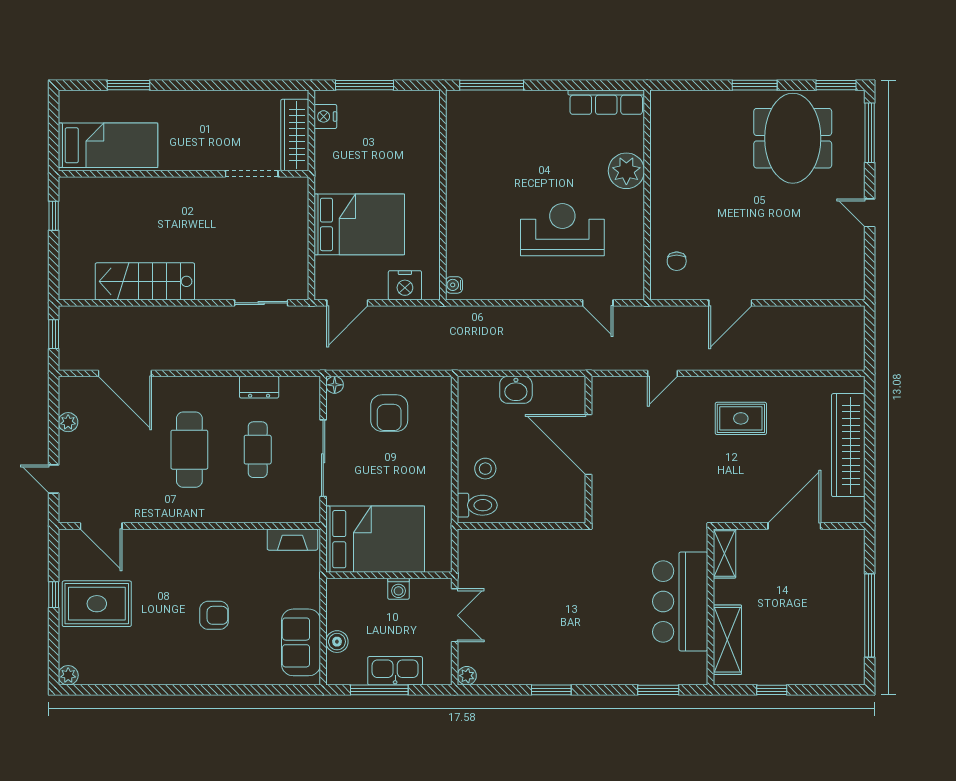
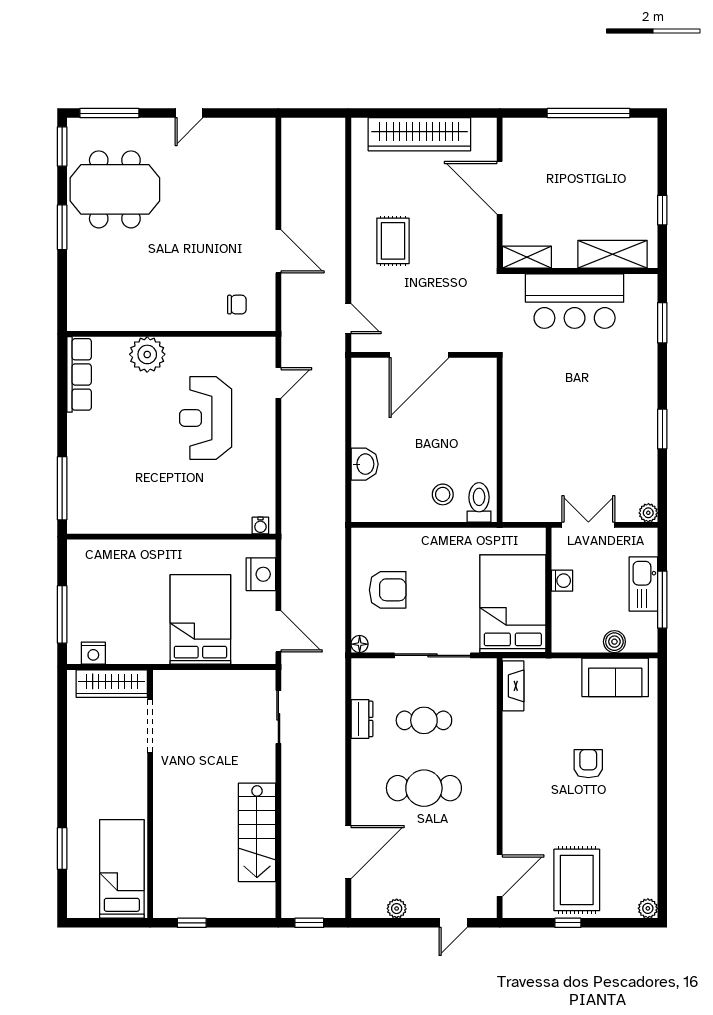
door: (588, 445) -> (419, 355), moved
wall: (588, 450) -> (424, 355), moved

